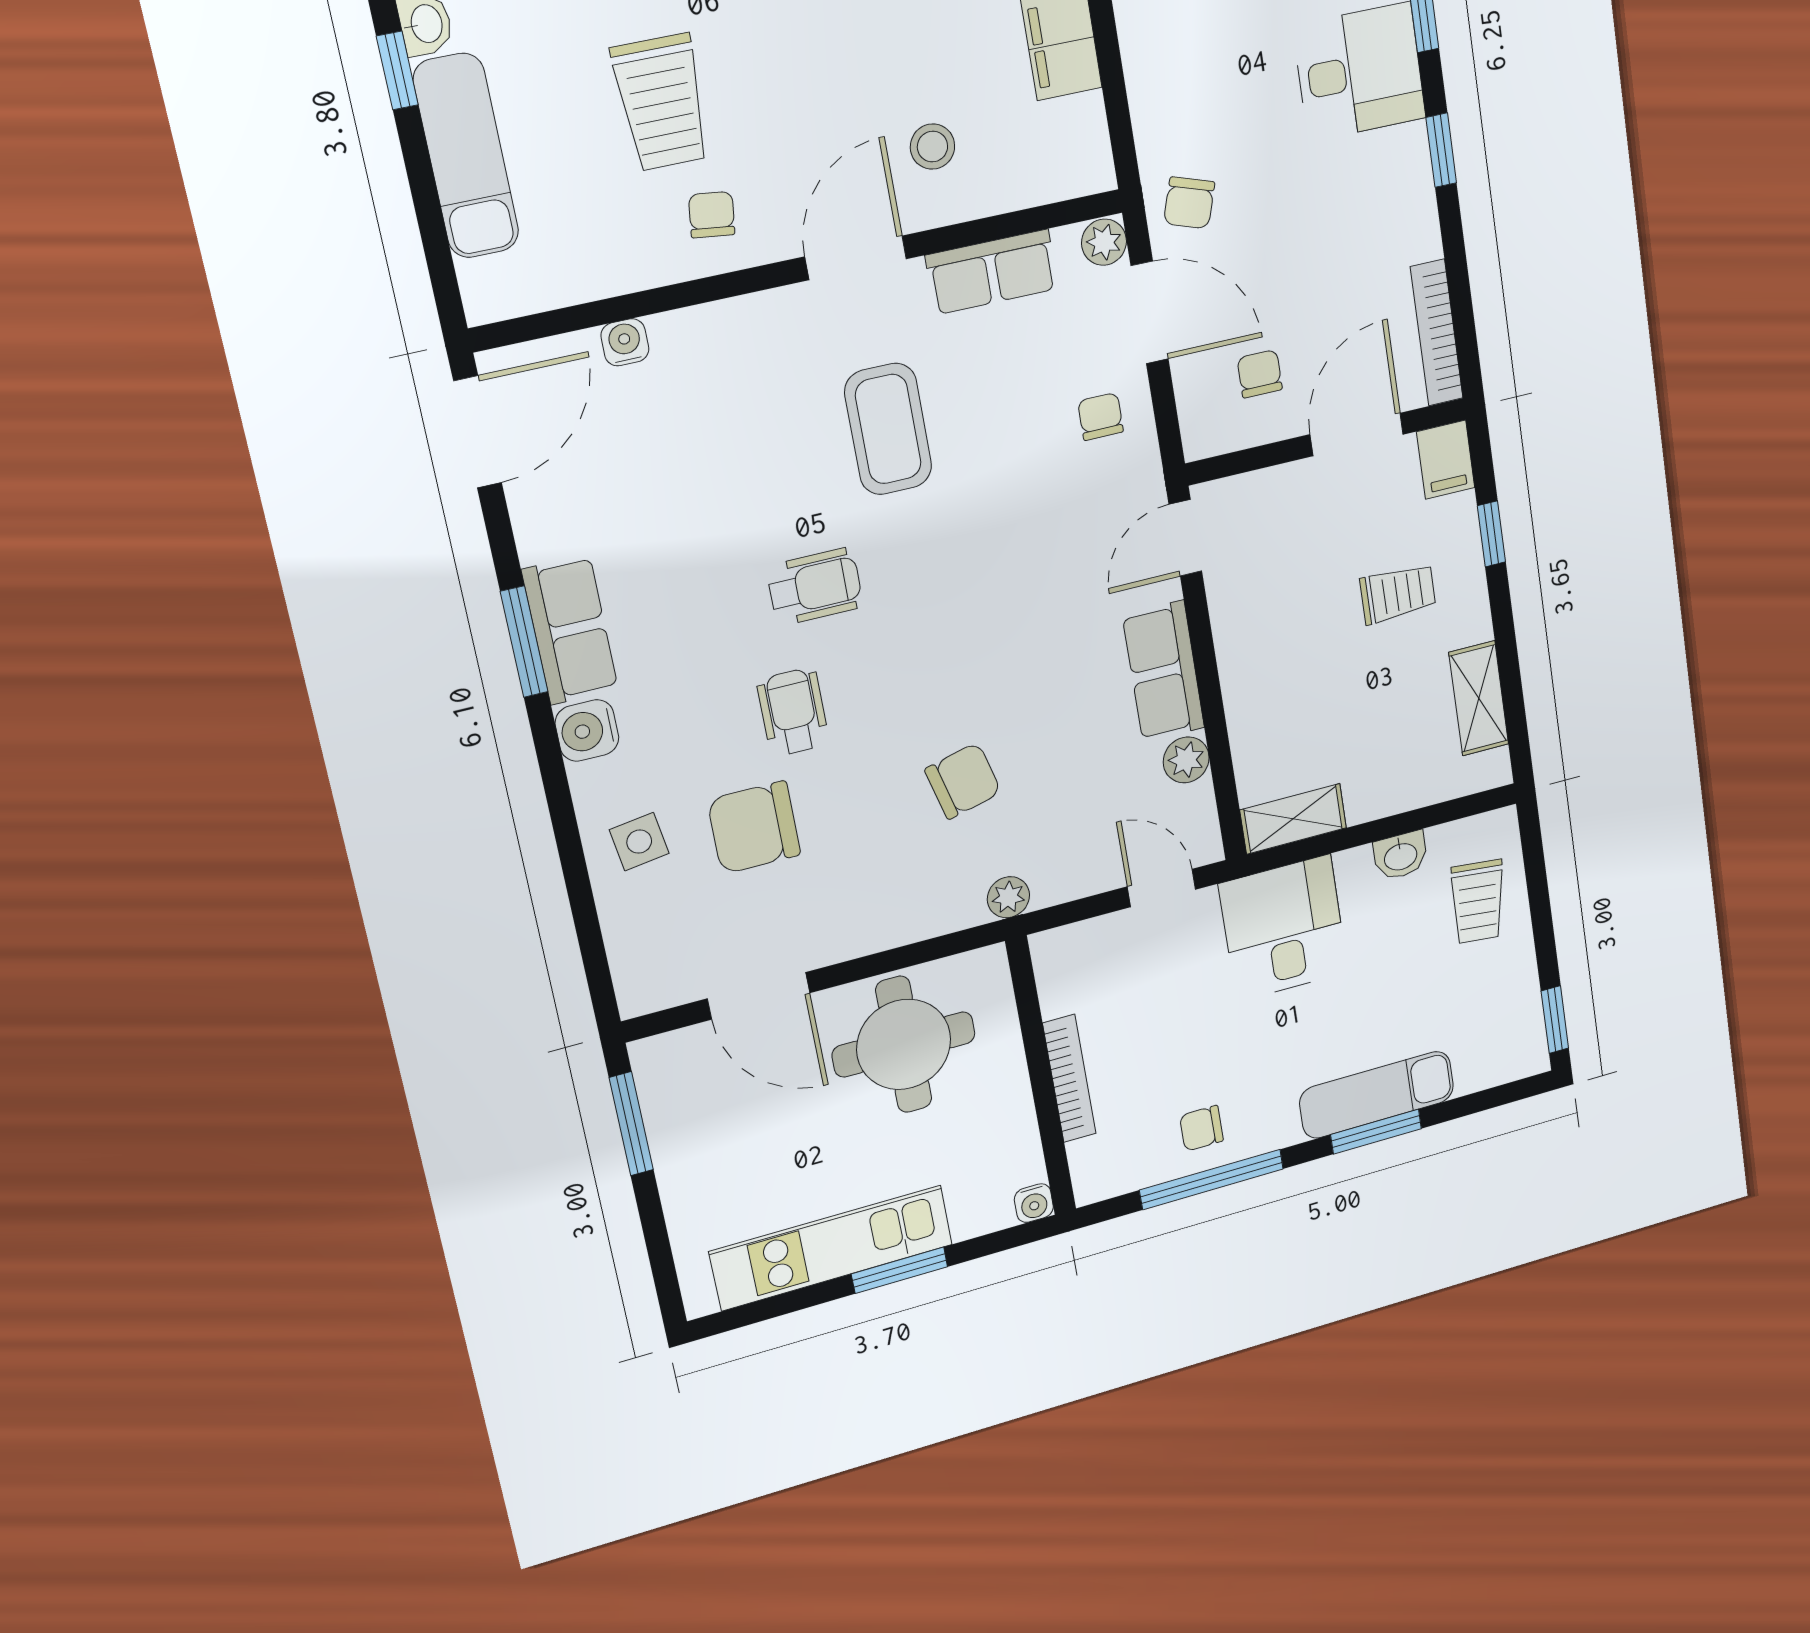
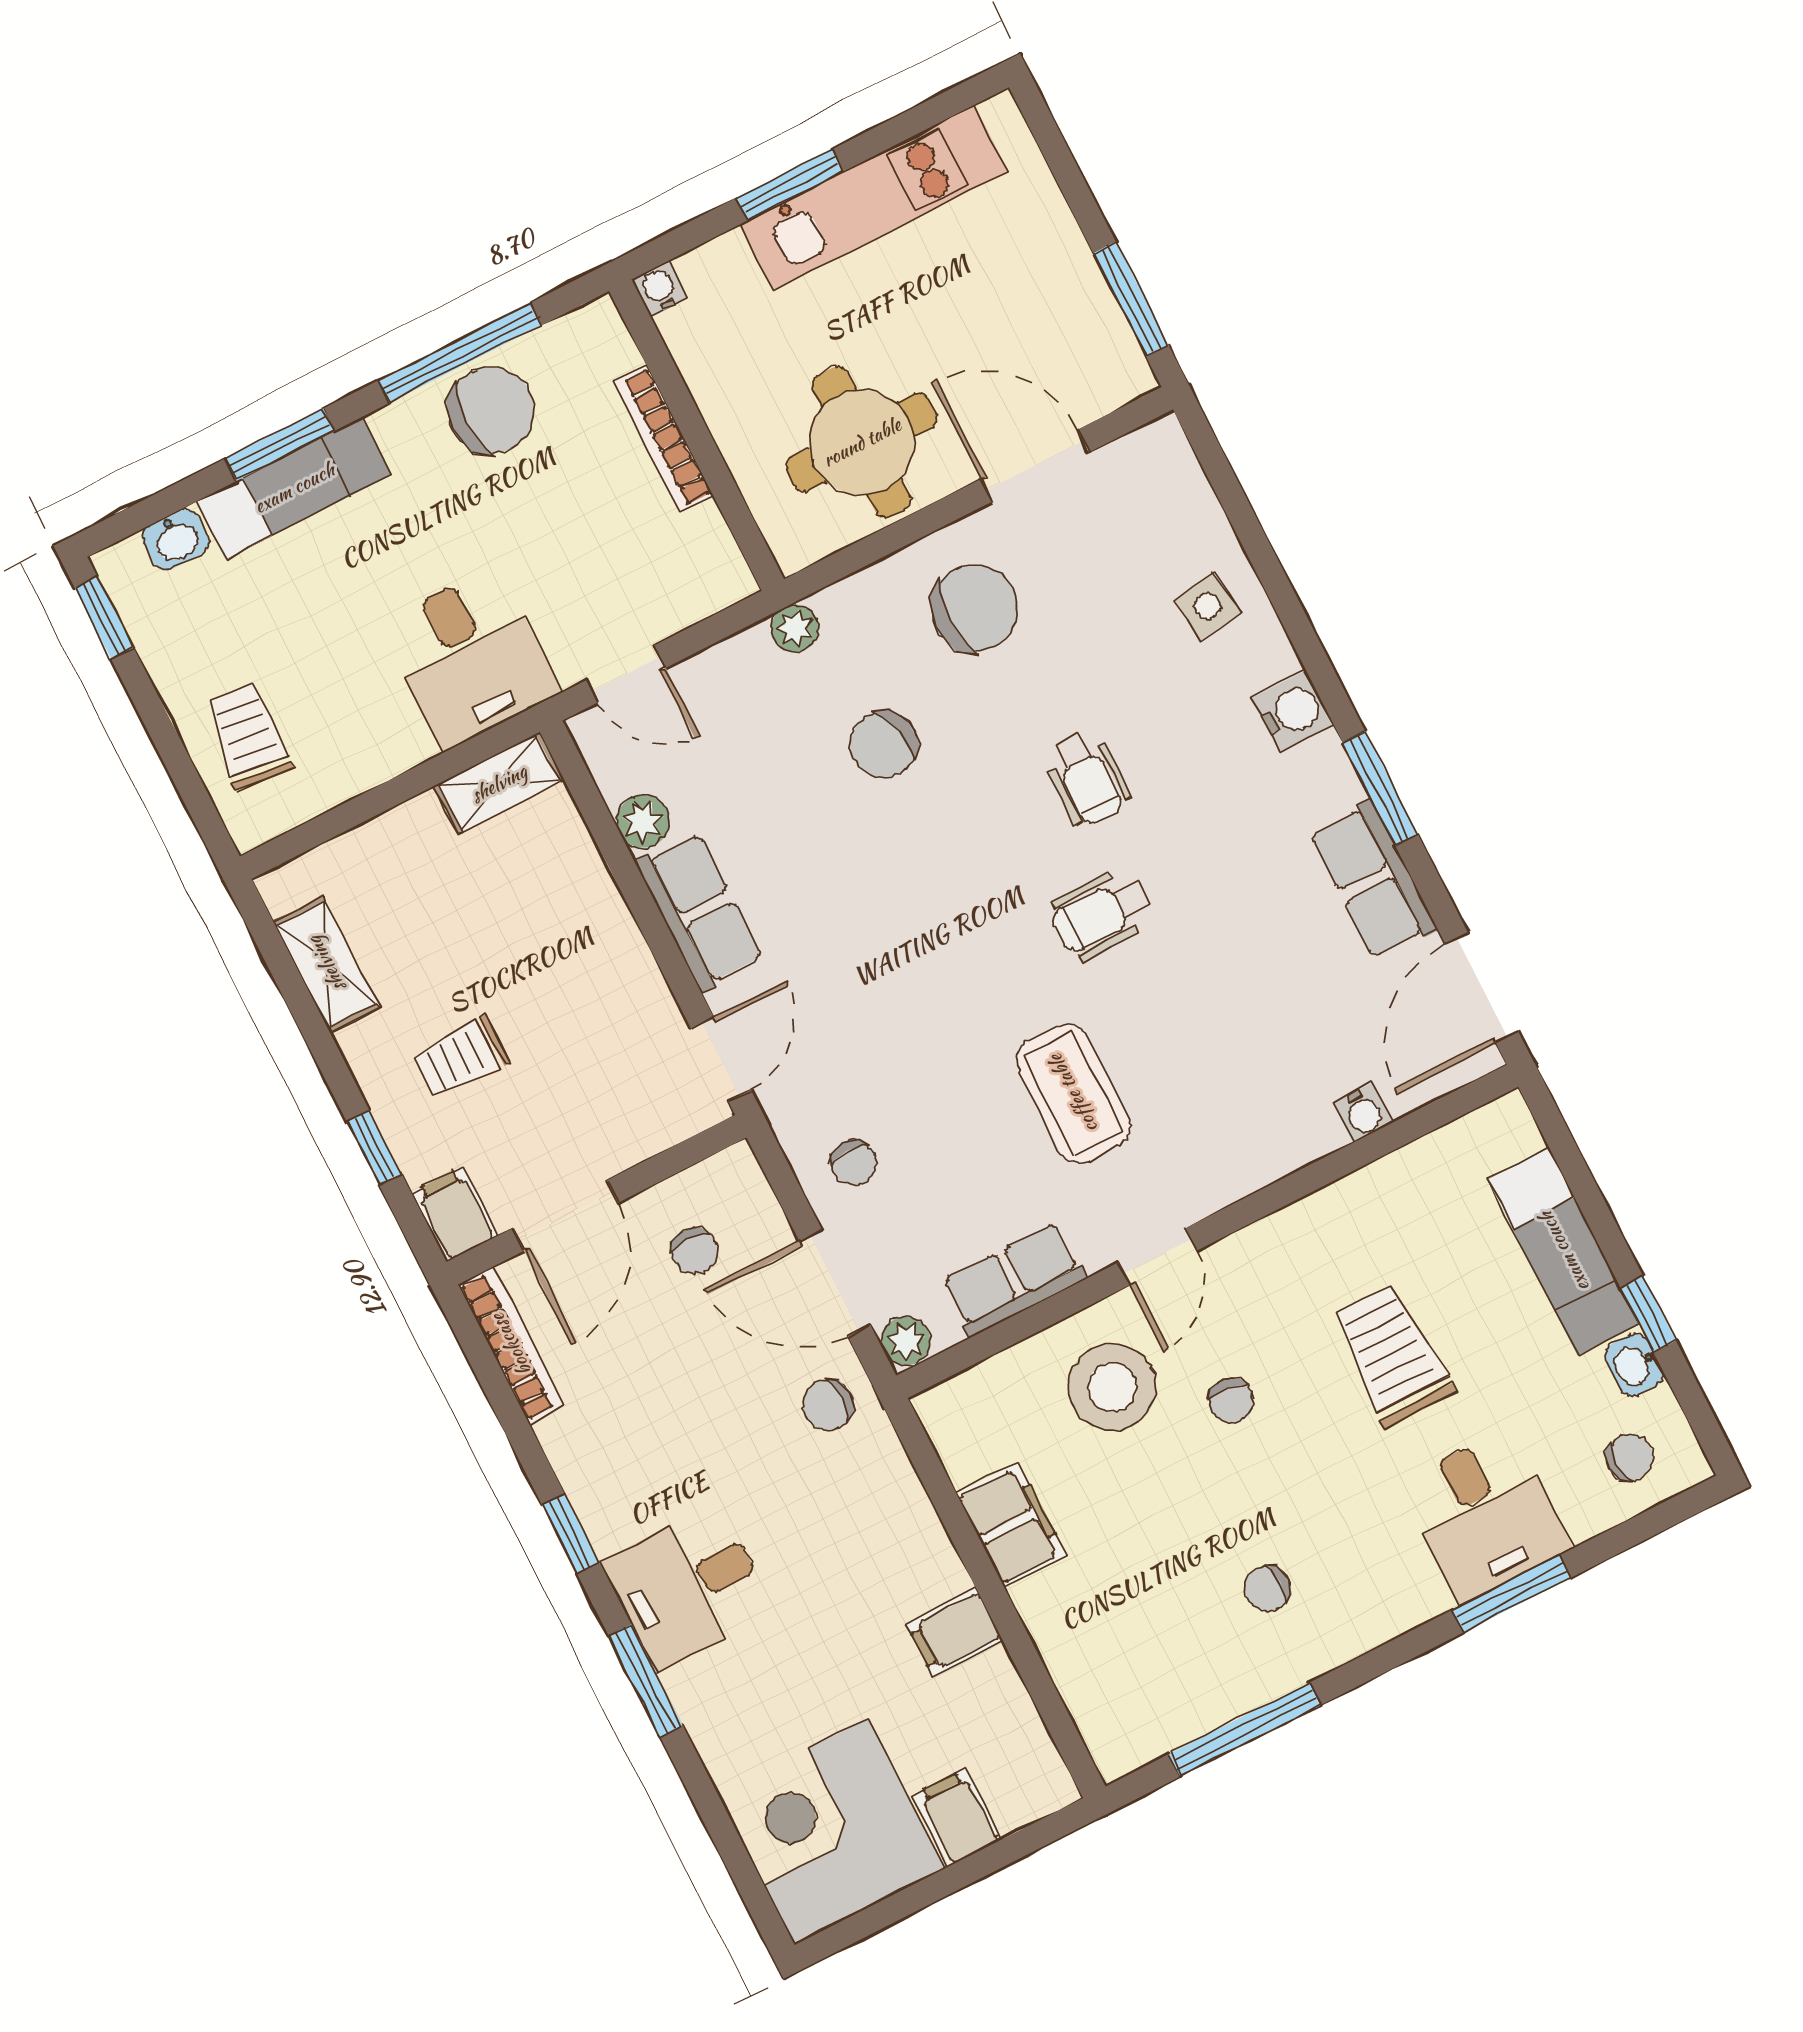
stool: (932, 147) -> (1112, 1387), width x1.89, depth x1.89
chair: (1189, 203) -> (828, 1405), turned -108
chair: (712, 215) -> (1232, 1401), moved
door: (856, 258) -> (1157, 1257), width x0.73
row of seats: (570, 630) -> (1373, 880), moved
chair: (754, 827) -> (975, 608), moved
washbasin: (1400, 856) -> (176, 539), moved, turned 180
chair: (1201, 1128) -> (491, 410), width x1.87, depth x1.87

